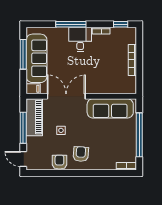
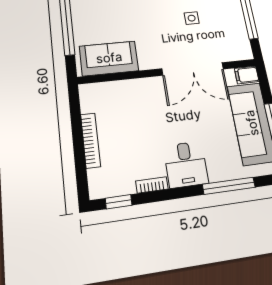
window: (71, 24) -> (229, 186), moved
sofa: (110, 108) -> (109, 58), width x0.73
piano: (34, 117) -> (236, 33), removed

